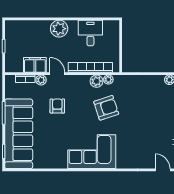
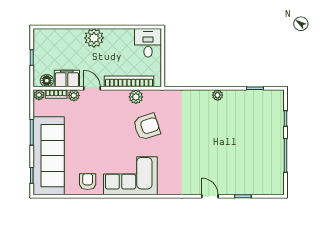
desk: (90, 33) -> (148, 43), moved
floor lamp: (17, 67) -> (47, 81), added
plant: (108, 80) -> (39, 95), moved
armchair: (57, 106) -> (88, 182), moved

